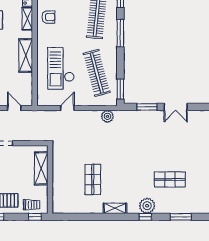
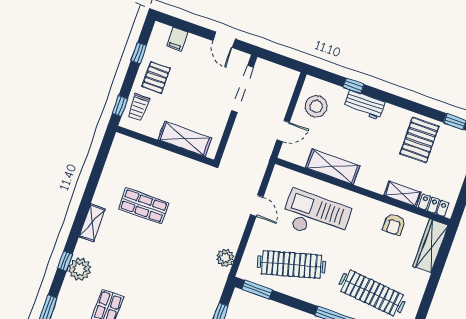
shelving: (26, 55) -> (333, 167), moved

